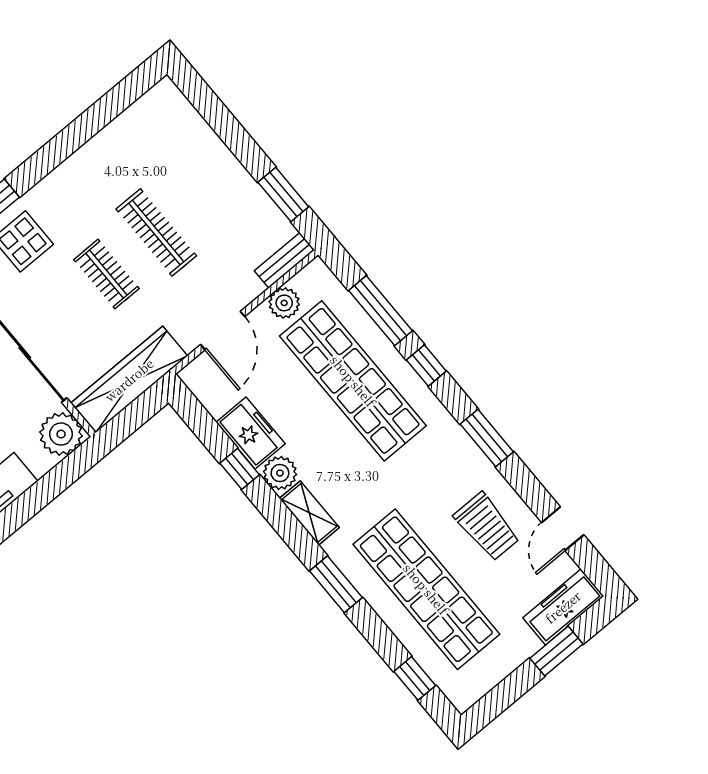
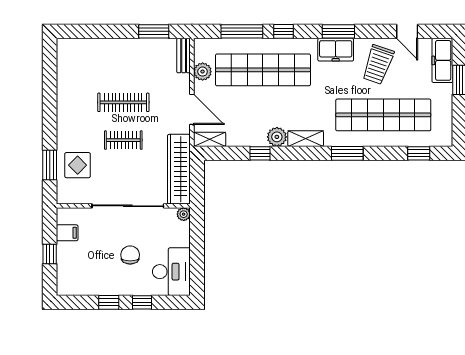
shelving: (203, 387) -> (210, 139), added
freezer: (251, 433) -> (336, 50), moved, turned 180
plant: (61, 434) -> (184, 214), width x0.53, depth x0.53
trolley: (487, 527) -> (378, 65), turned 109

